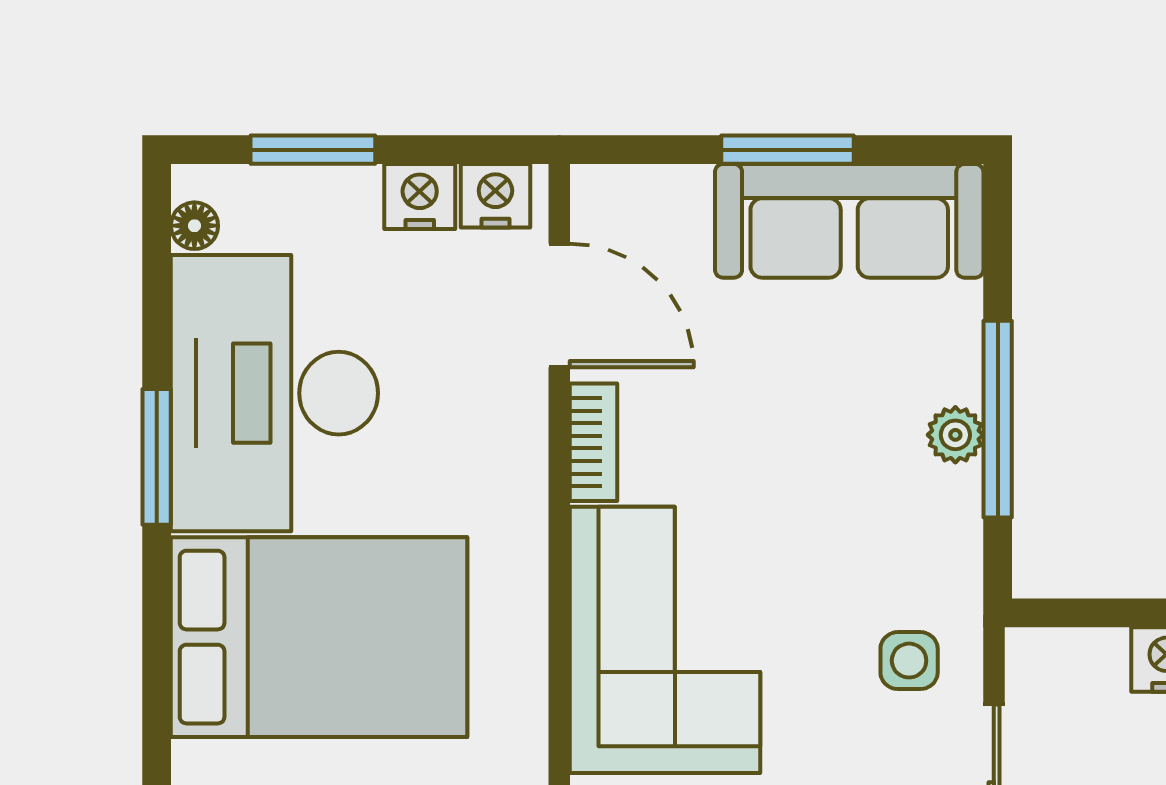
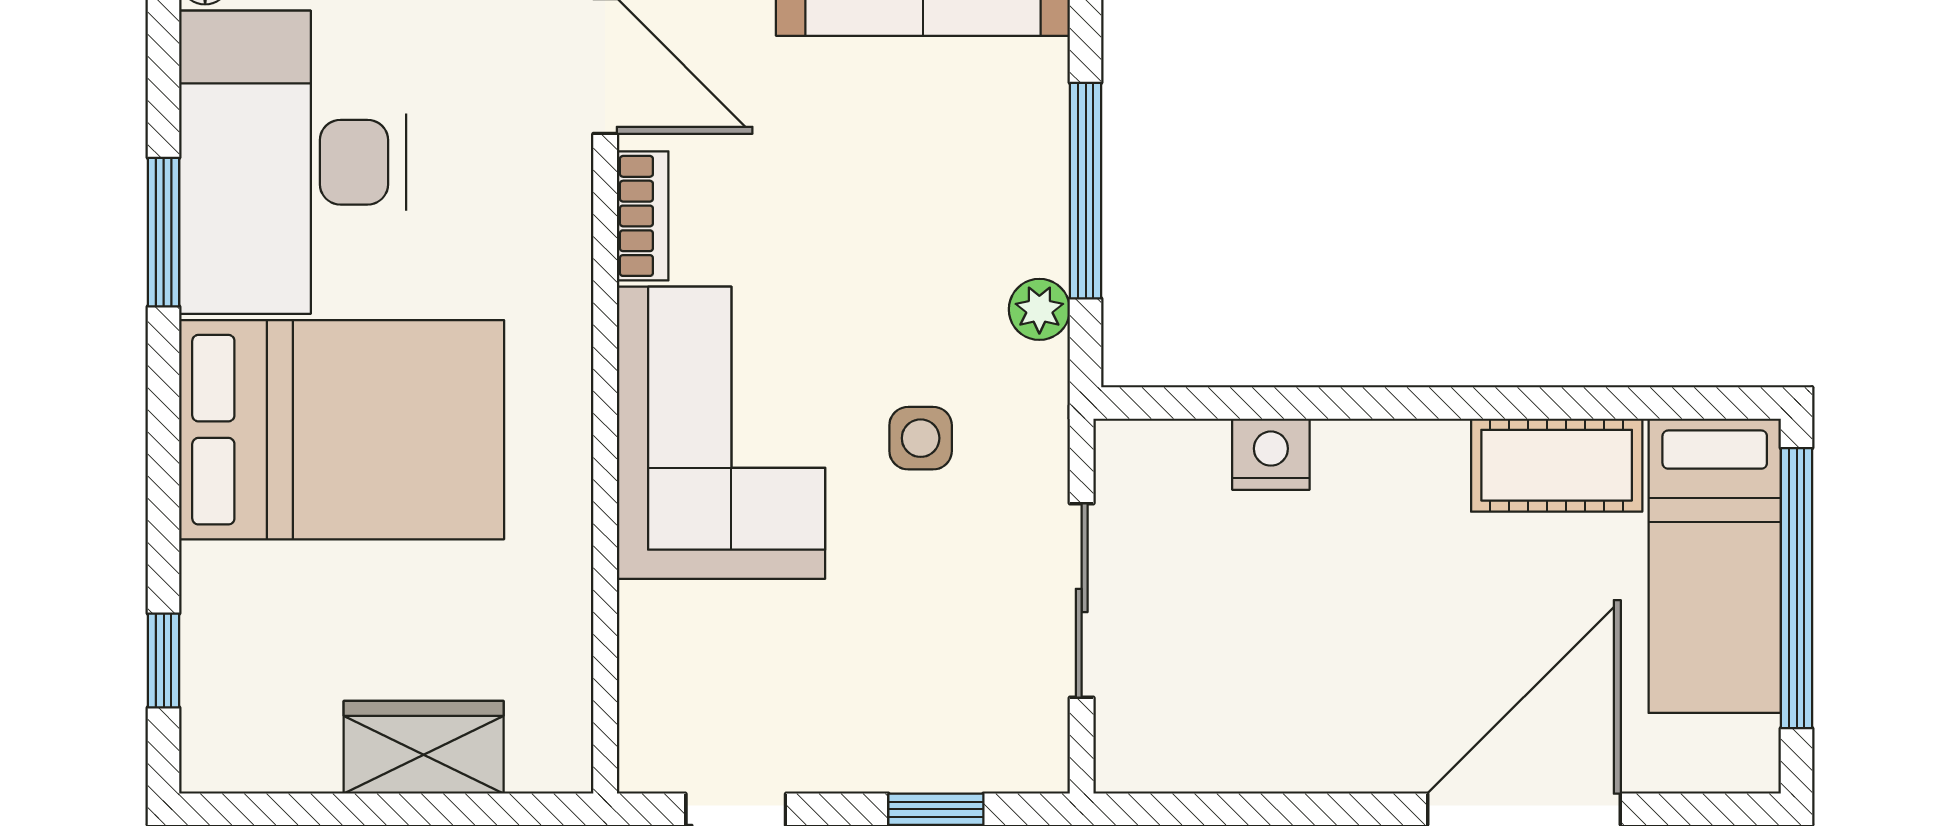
plant: (955, 435) -> (1039, 309), moved
side table: (909, 661) -> (921, 438), moved

